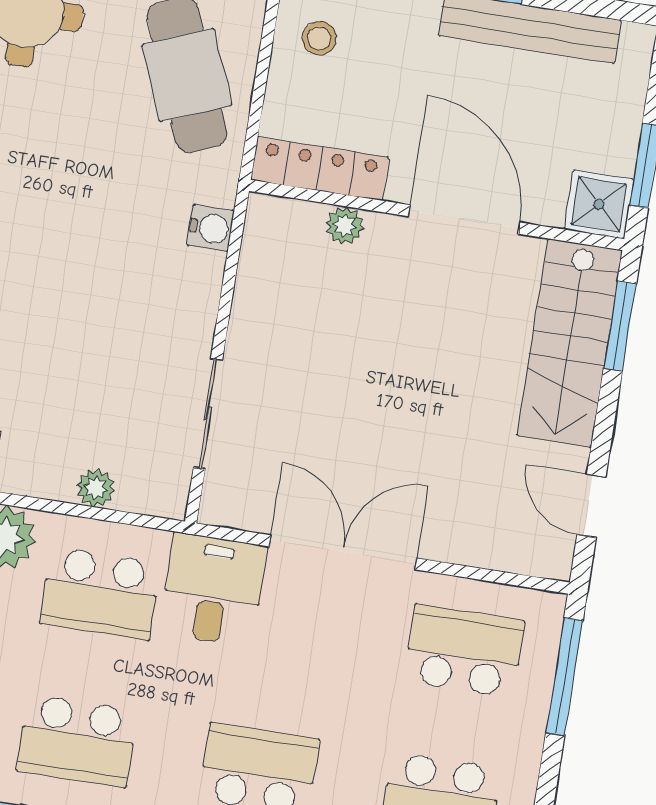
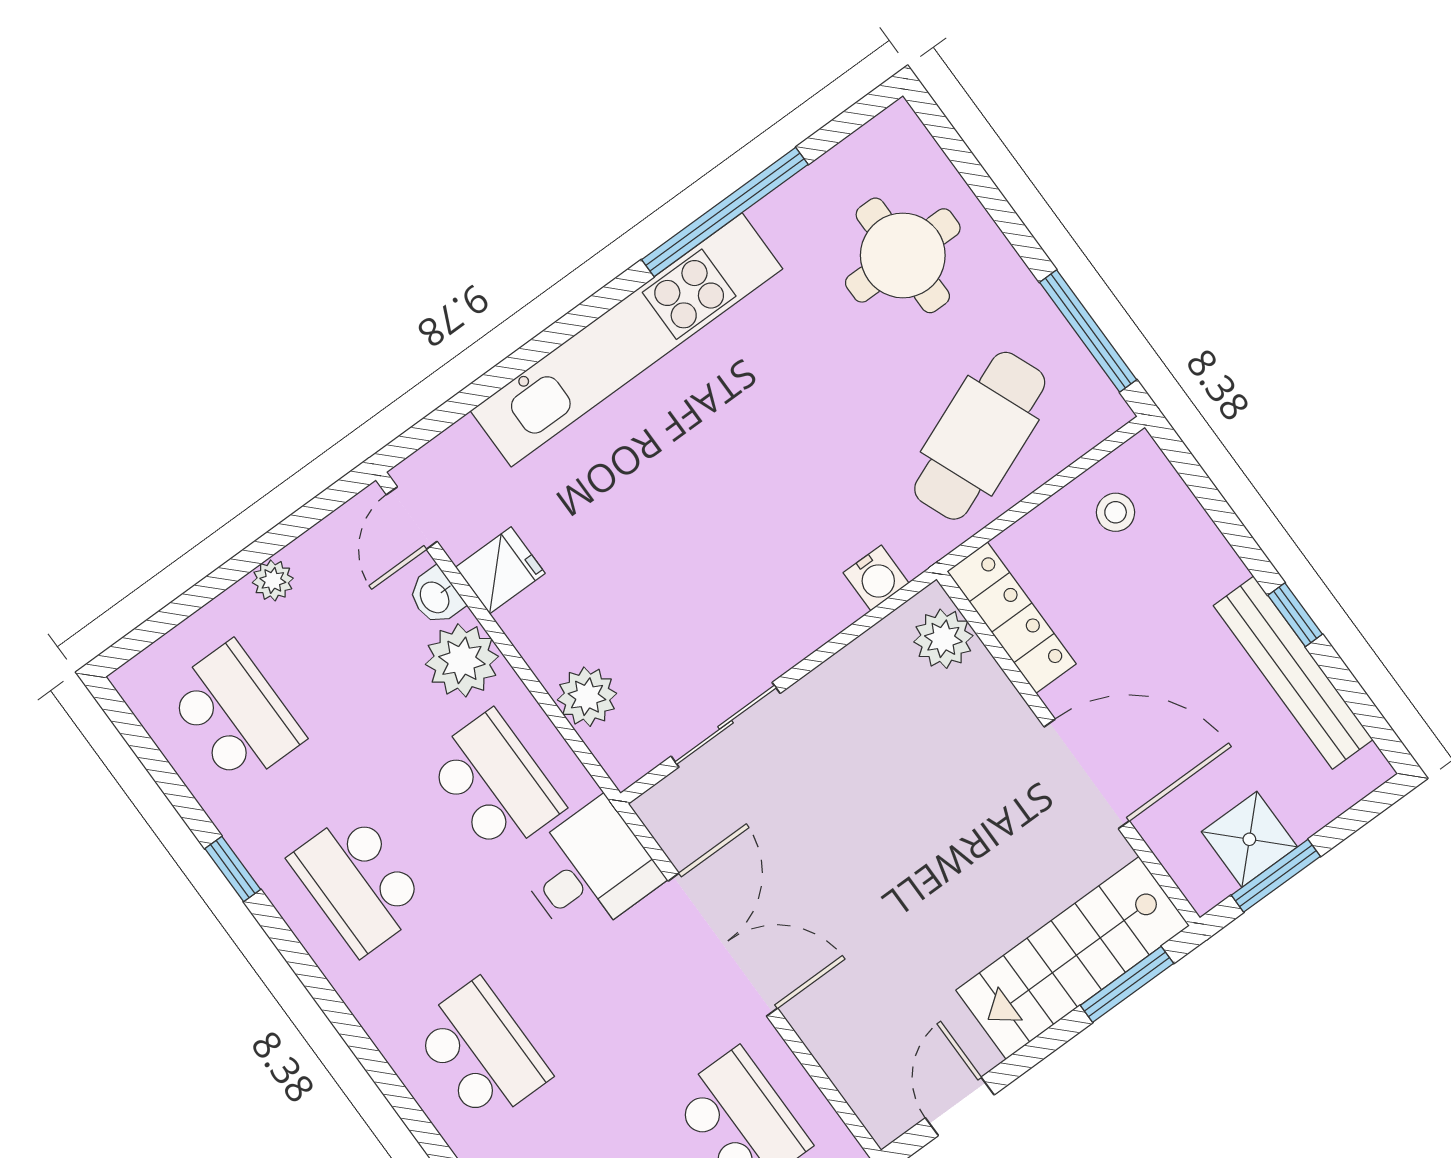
shower: (599, 204) -> (1249, 839), moved
door: (464, 219) -> (1087, 774), hinge flipped
plant: (345, 226) -> (943, 639), moved, width x1.38, depth x1.38
plant: (96, 488) -> (587, 697), width x1.38, depth x1.38
school desk: (100, 593) -> (495, 783), turned 180

